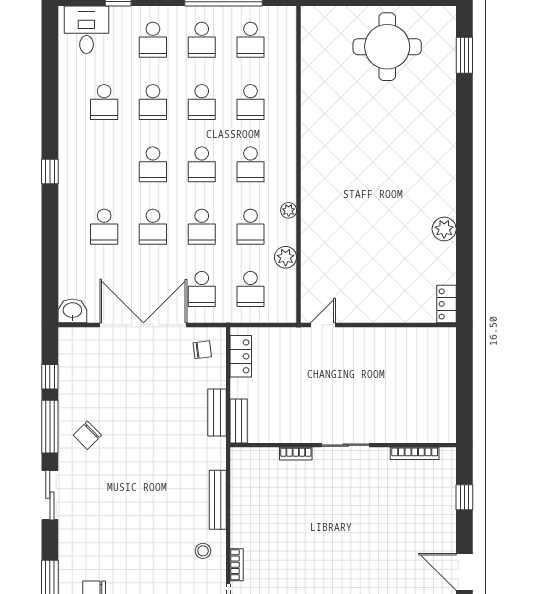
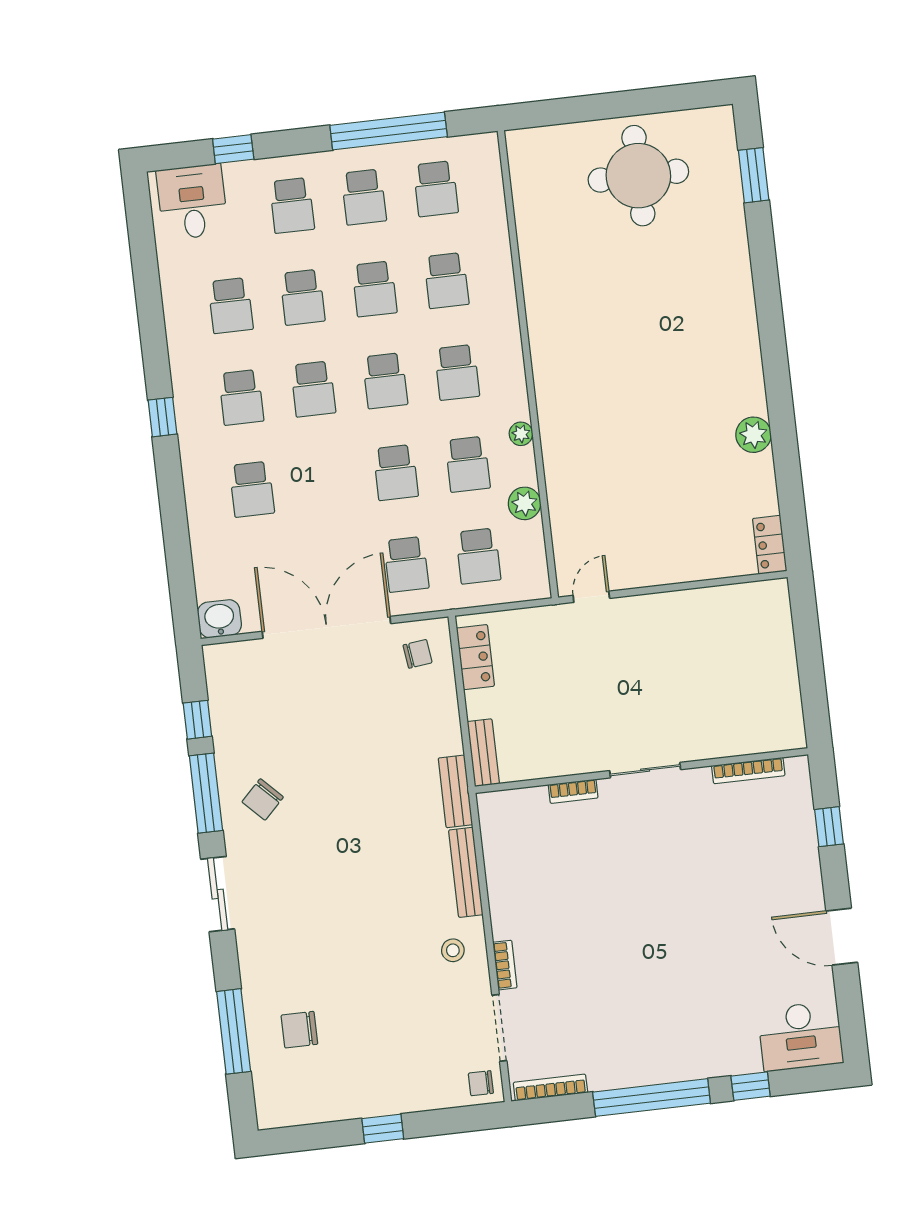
school desk: (153, 227) -> (241, 397), moved
bench: (217, 412) -> (455, 791), moved

